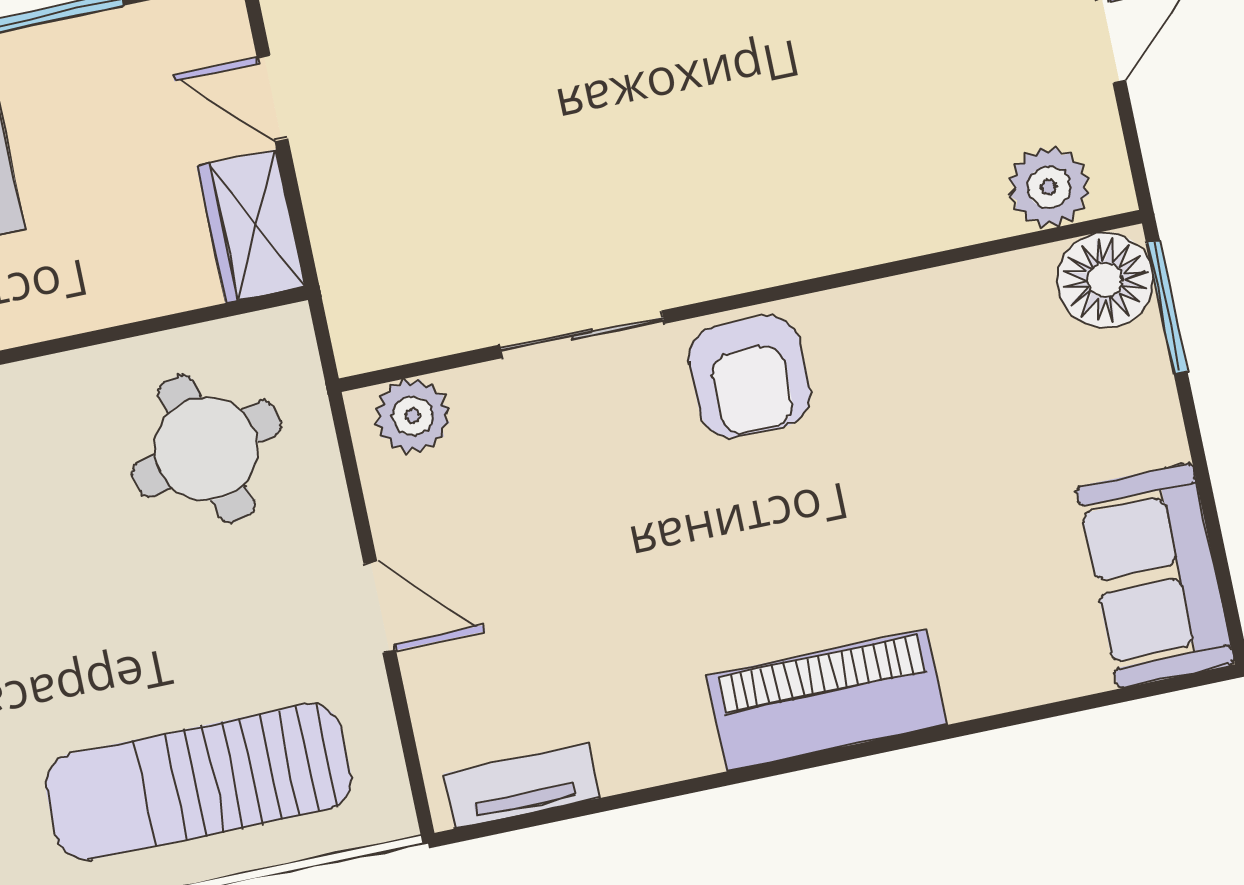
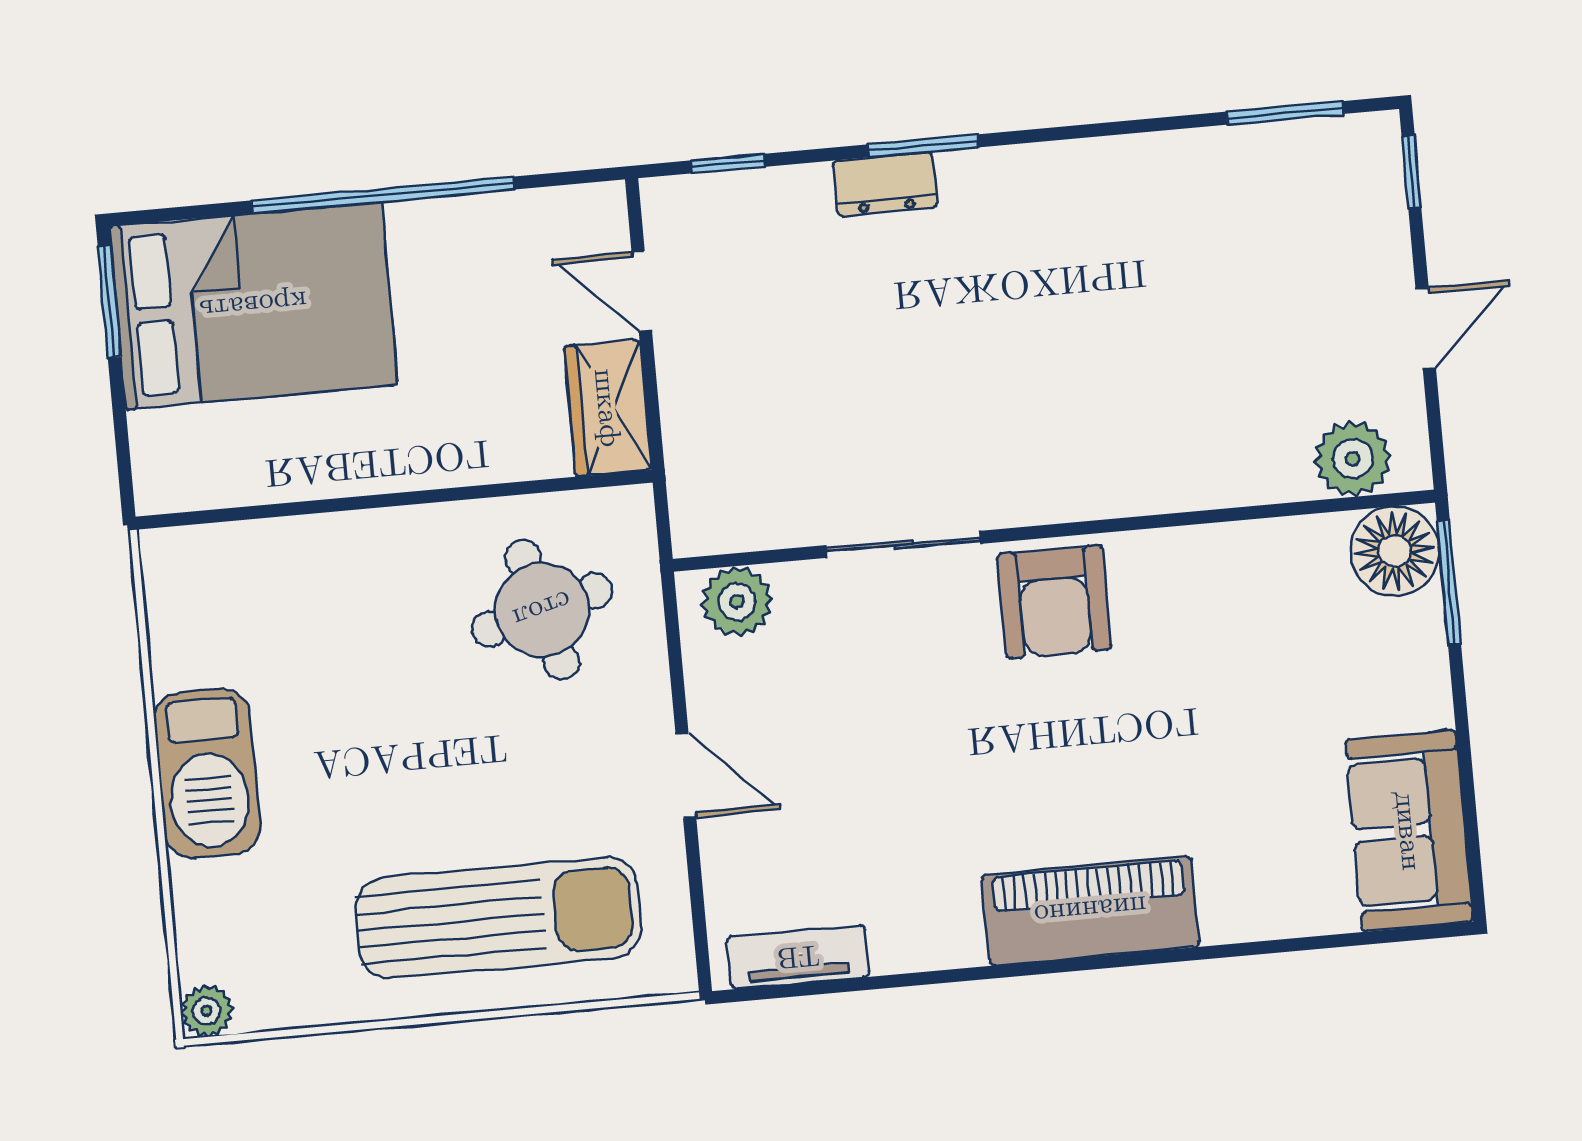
sun lounger: (198, 782) -> (498, 918), turned 180

